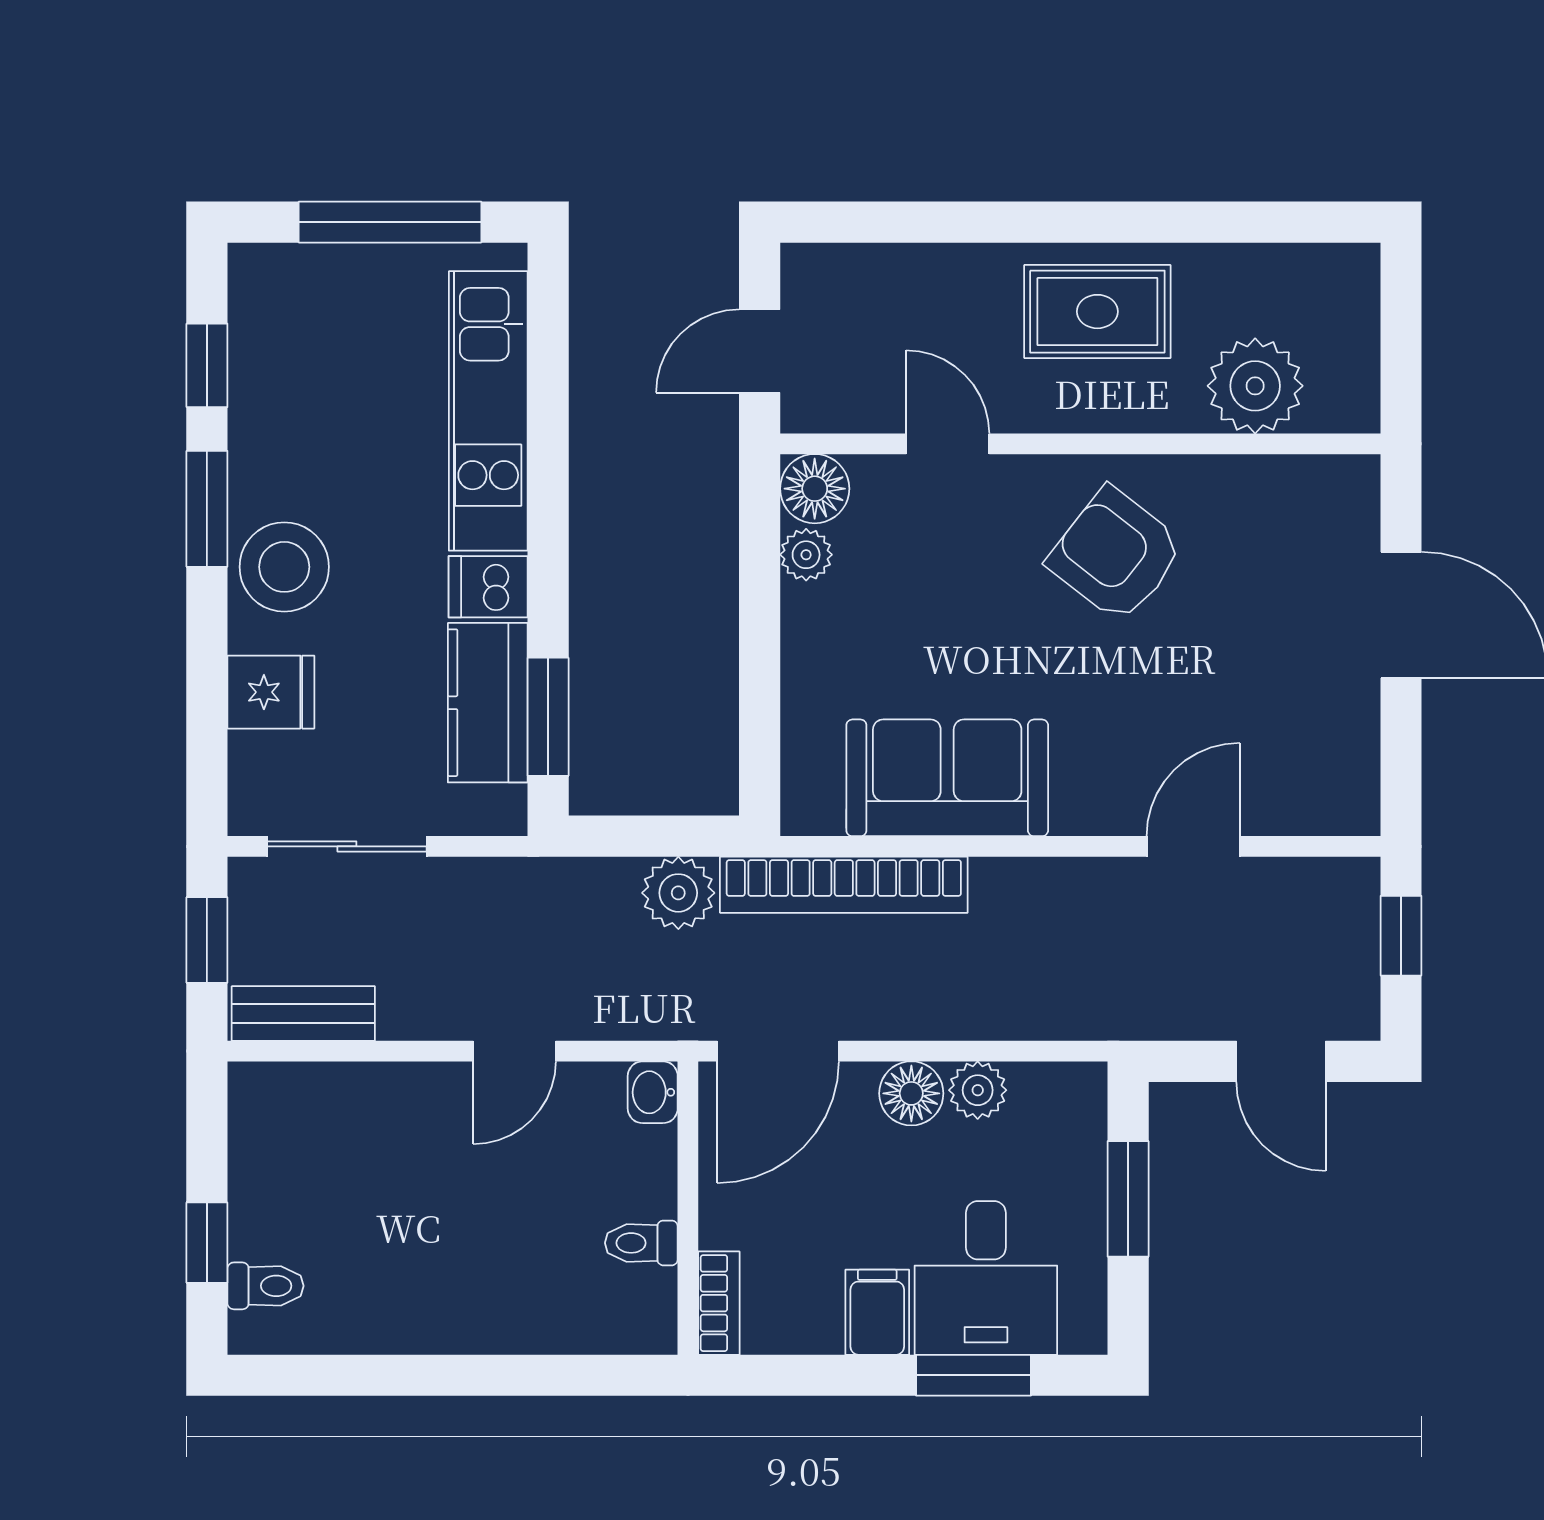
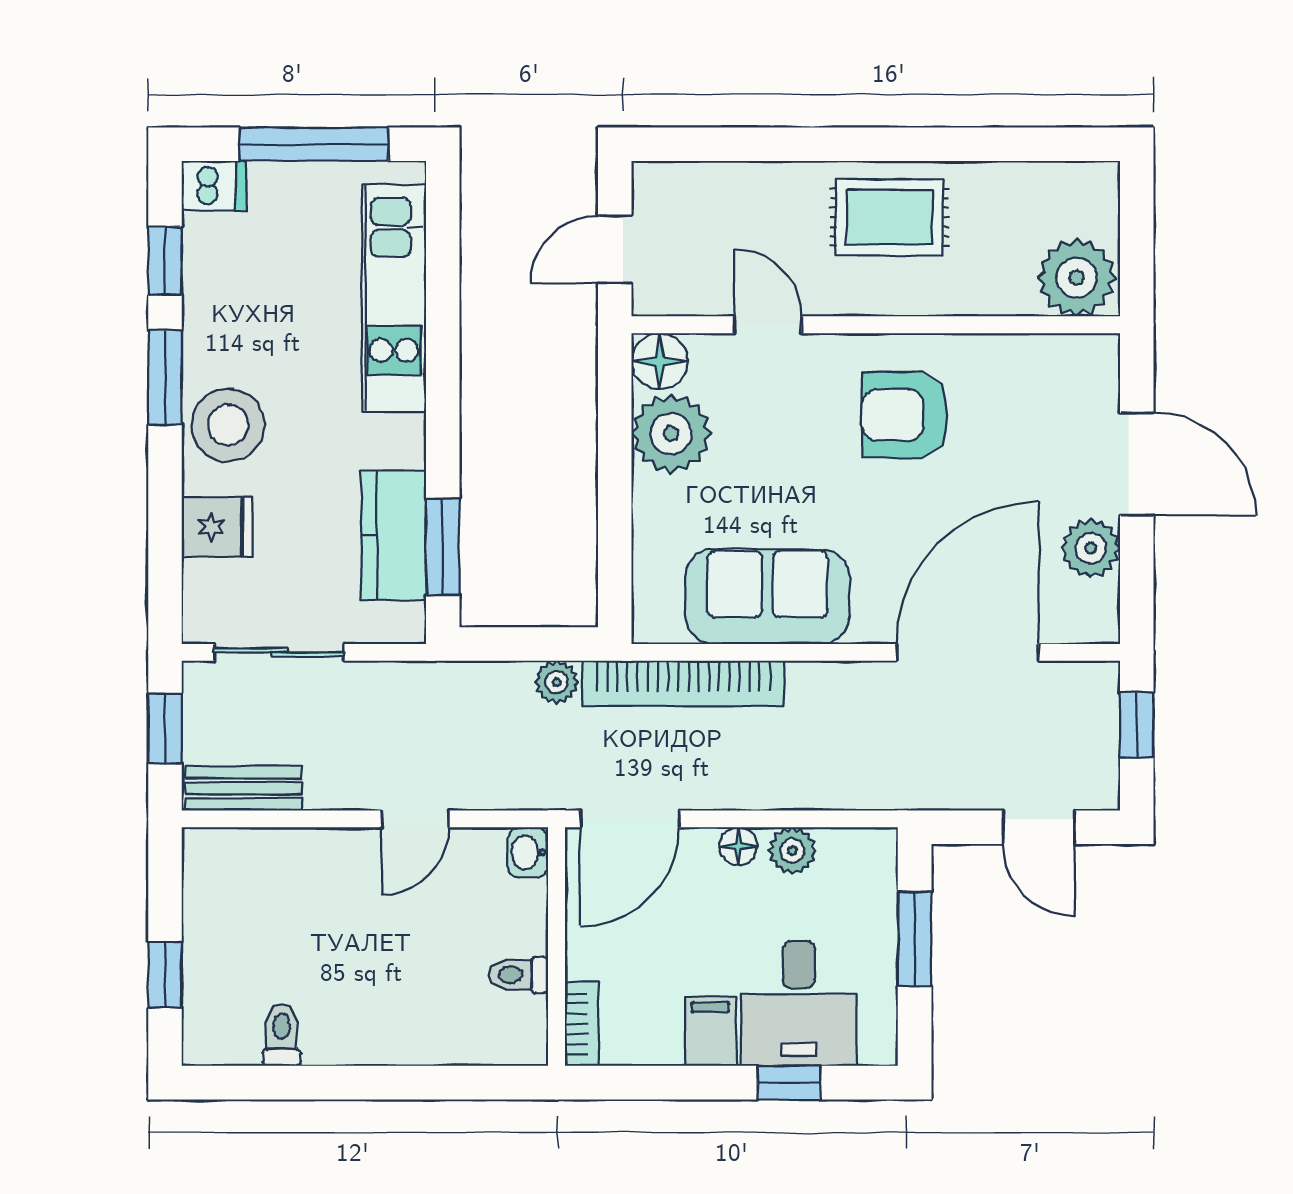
plant: (1255, 386) -> (1077, 278), moved
plant: (806, 555) -> (671, 434), width x1.88, depth x1.88
armchair: (1116, 555) -> (905, 415), turned -38
dishwasher: (488, 587) -> (214, 186), moved, turned 180
plant: (1345, 718) -> (1091, 548), added
door: (1193, 846) -> (968, 652), width x1.87
plant: (678, 893) -> (557, 682), width x0.73, depth x0.73
floor lamp: (911, 1093) -> (738, 846), width x0.73, depth x0.73
toilet: (266, 1286) -> (282, 1035), moved, turned -90
window: (973, 1375) -> (789, 1083), width x0.67

